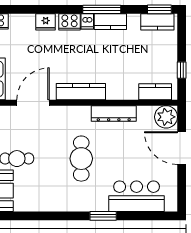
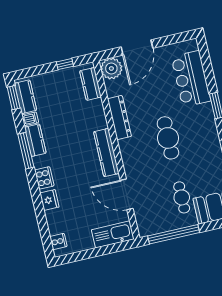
dishwasher: (87, 21) -> (30, 119), moved
cafe table: (81, 159) -> (168, 138), turned 90

